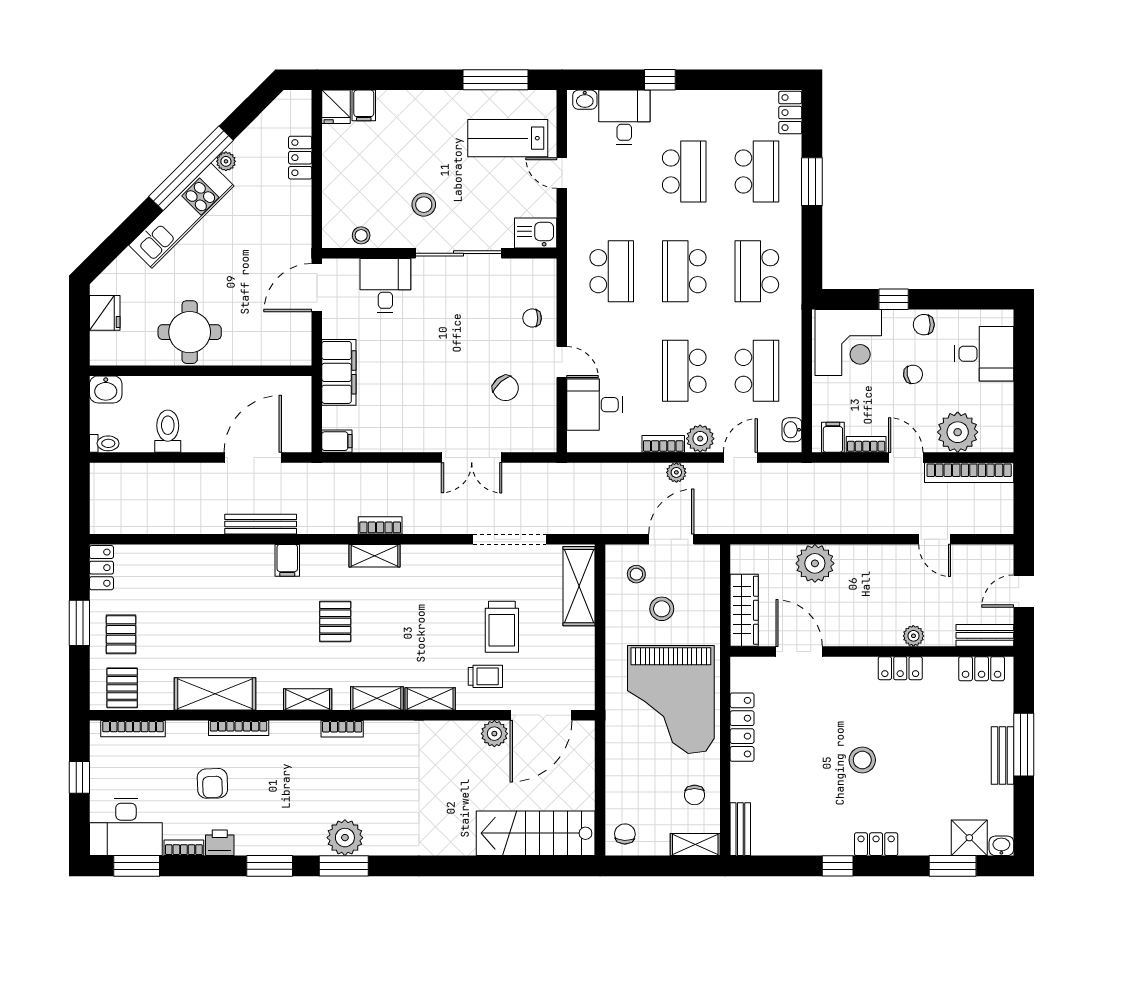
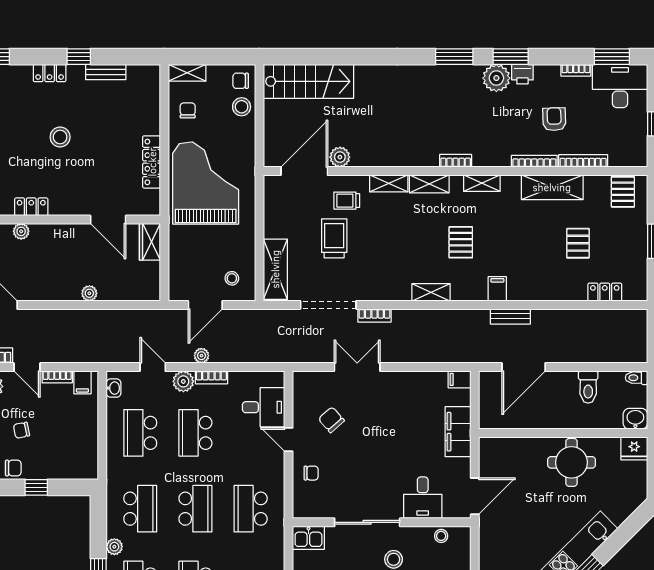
plant: (791, 221) -> (114, 547), added
fridge: (105, 313) -> (634, 448), moved, turned -90
corner desk: (848, 342) -> (71, 454), removed
school desk: (684, 371) -> (195, 433), turned 180
door: (740, 457) -> (153, 367), swing flipped
bench: (261, 524) -> (510, 316), width x0.73
bookcase: (380, 525) -> (374, 315), moved
plant: (815, 563) -> (89, 293), width x0.53, depth x0.53
locker: (101, 568) -> (605, 292), moved, turned 90
stool: (662, 609) -> (242, 107), moved
wardrobe: (744, 610) -> (150, 242), width x0.67
pallet: (121, 634) -> (578, 243), moved
bookcase: (133, 729) -> (583, 161), moved
bench: (740, 829) -> (106, 72), moved, turned 90
chair: (625, 834) -> (241, 81), turned 88
plant: (345, 838) -> (496, 78), moved
printer: (220, 843) -> (522, 74), moved

